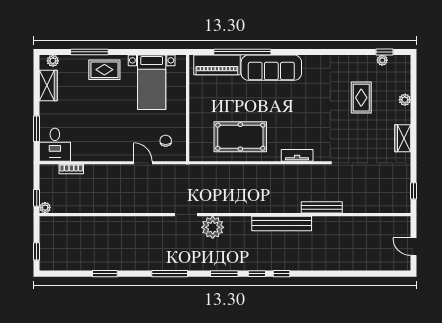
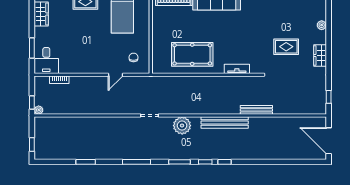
rug: (361, 98) -> (286, 47), moved, turned 90
door: (143, 163) -> (116, 75), swing flipped
plant: (213, 227) -> (182, 126), moved
door: (414, 247) -> (329, 141), width x1.88

